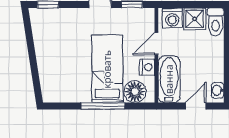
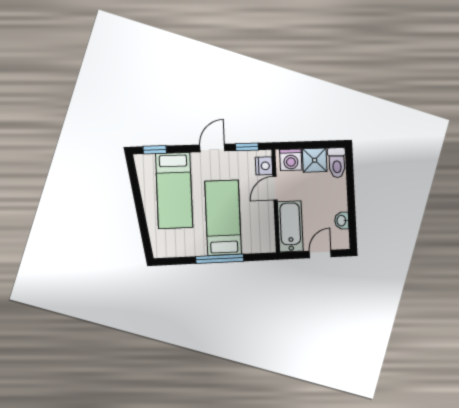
bed: (64, 42) -> (174, 191), added
nightstand: (147, 67) -> (264, 166), moved
washbasin: (218, 90) -> (342, 221), moved
floor lamp: (135, 92) -> (254, 241), removed

